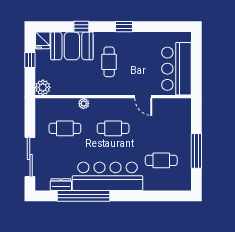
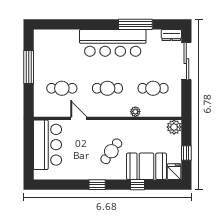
cafe table: (109, 62) -> (111, 151), turned 36
cafe table: (161, 160) -> (62, 88), moved
dresser: (61, 185) -> (171, 35), moved
window: (84, 196) -> (135, 24), width x0.68

